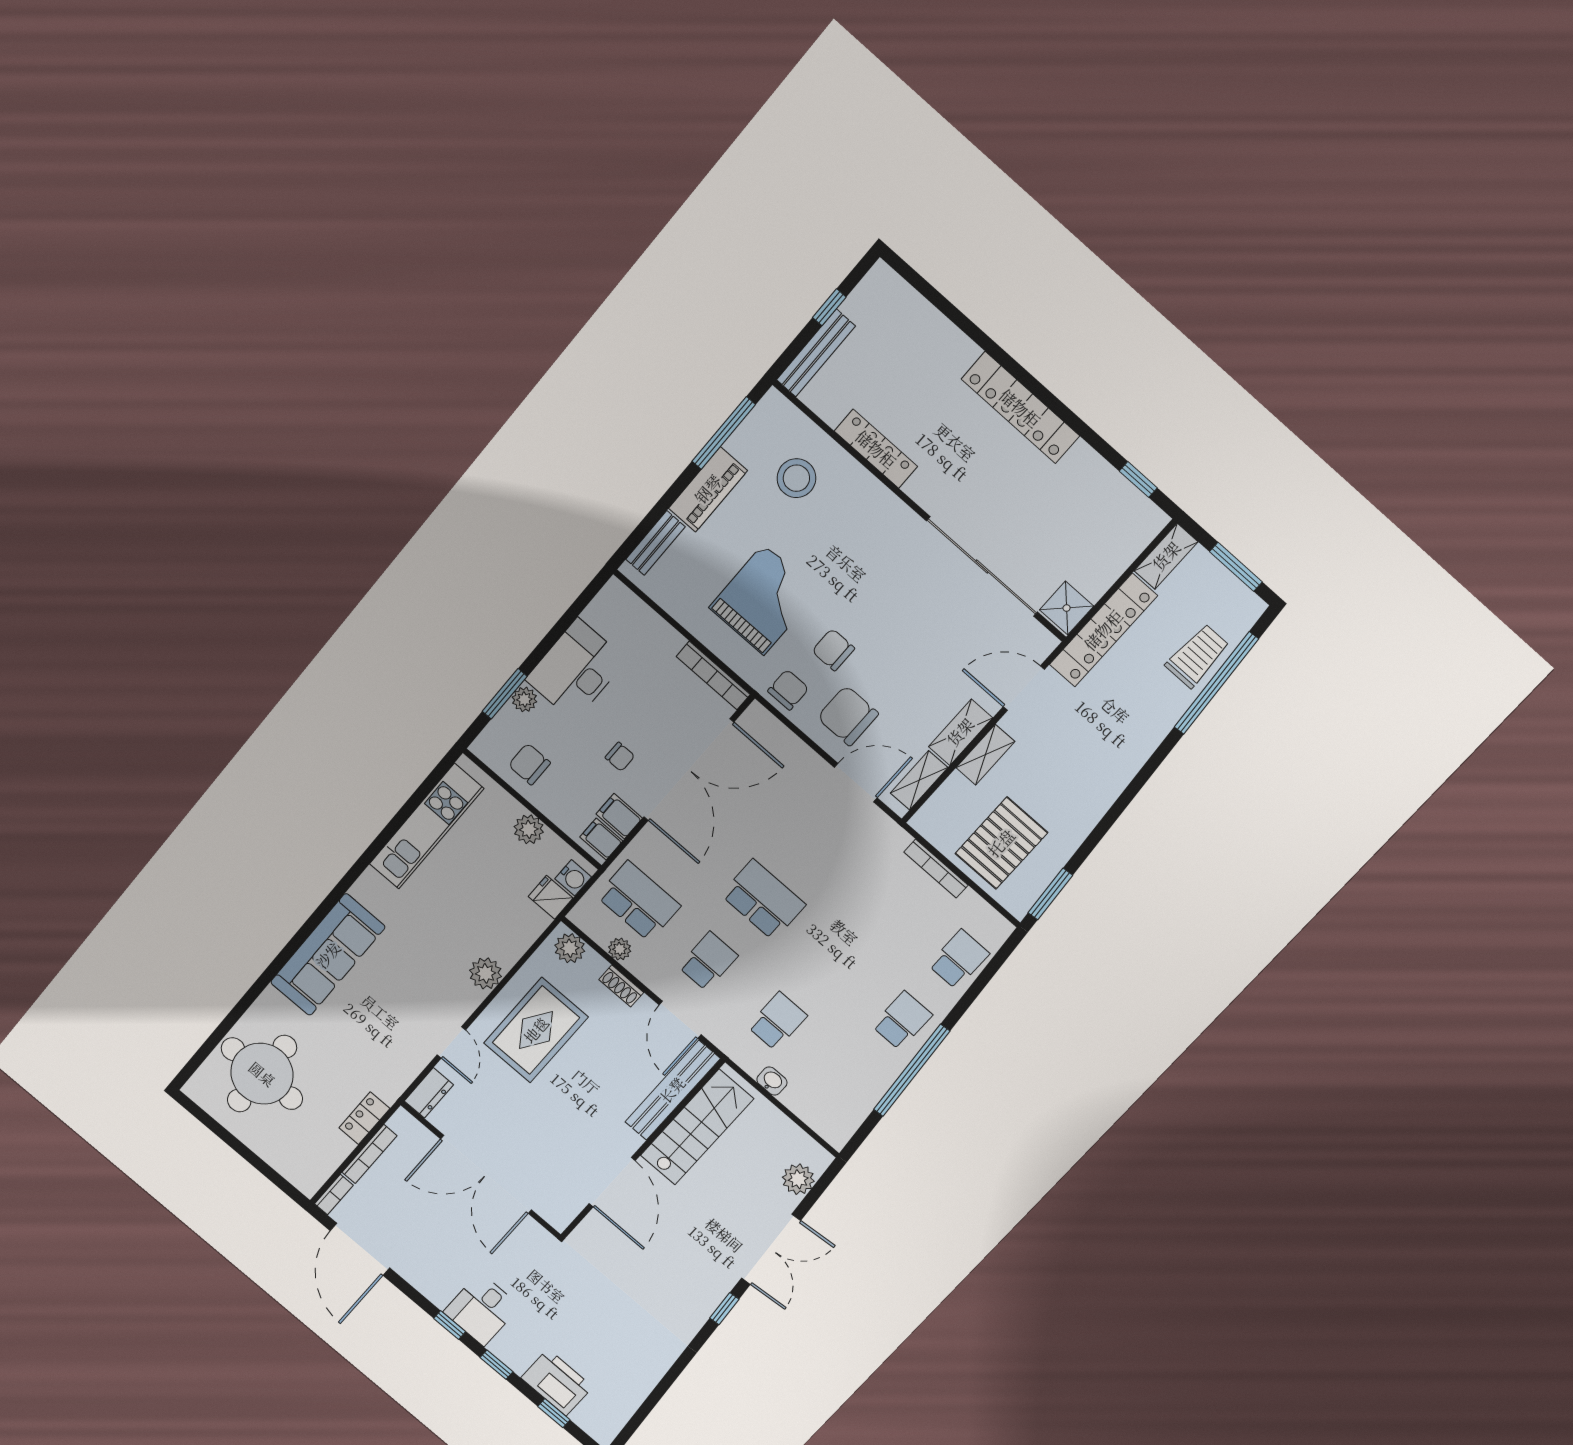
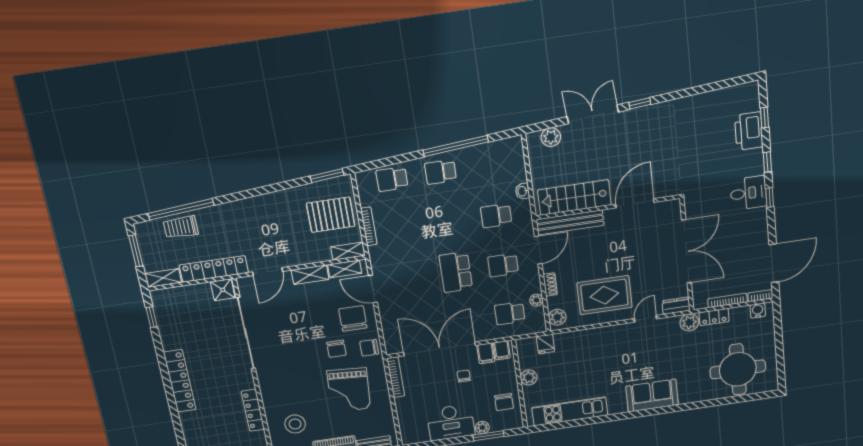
grand piano: (764, 600) -> (349, 390), turned -86
door: (1024, 688) -> (268, 272), hinge flipped
chair: (848, 716) -> (353, 318), turned 180
shelving: (986, 755) -> (348, 251), moved
water cooler: (573, 878) -> (758, 311), moved
school desk: (639, 901) -> (510, 313), width x0.54
sofa: (328, 955) -> (652, 396), width x0.73
plant: (486, 973) -> (689, 322), moved

